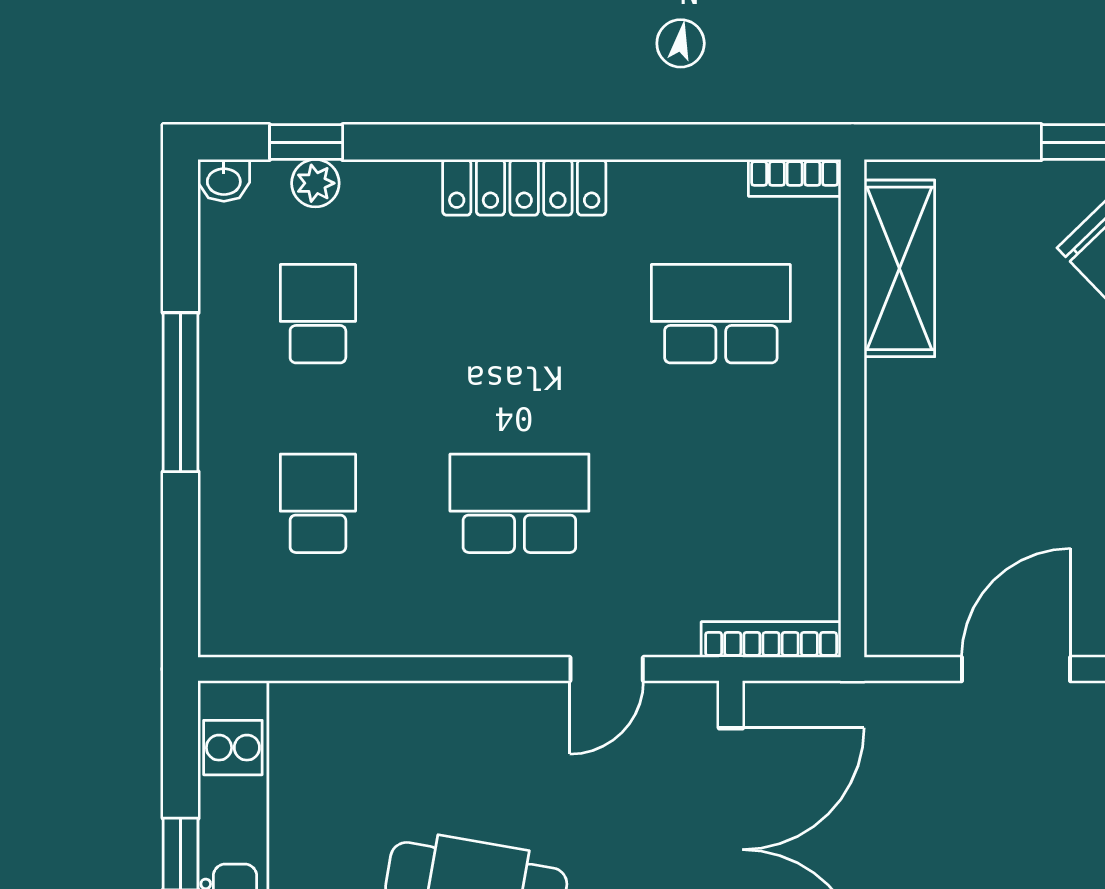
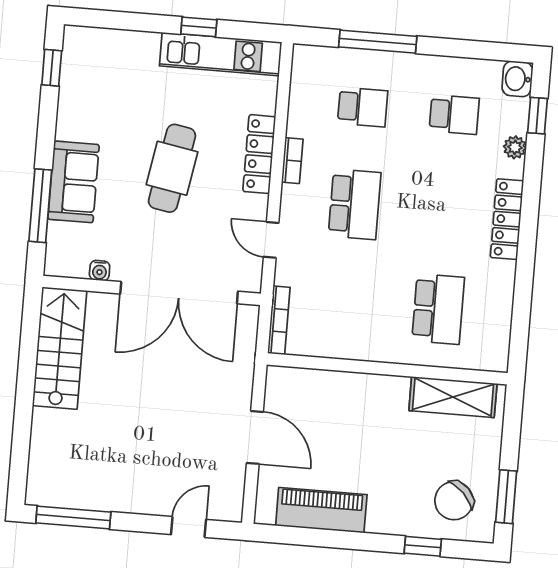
bookcase: (795, 178) -> (292, 161), moved, turned 180
washbasin: (224, 180) -> (517, 79), width x1.38, depth x1.45
plant: (315, 183) -> (515, 147), moved
window: (181, 392) -> (378, 42), moved
locker: (432, 708) -> (259, 154), added

